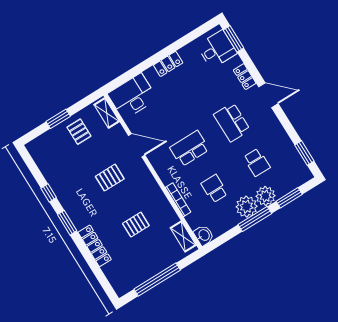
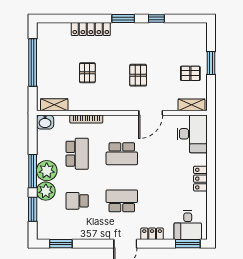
school desk: (189, 148) -> (122, 154), turned 90
school desk: (214, 189) -> (77, 154), width x1.85

